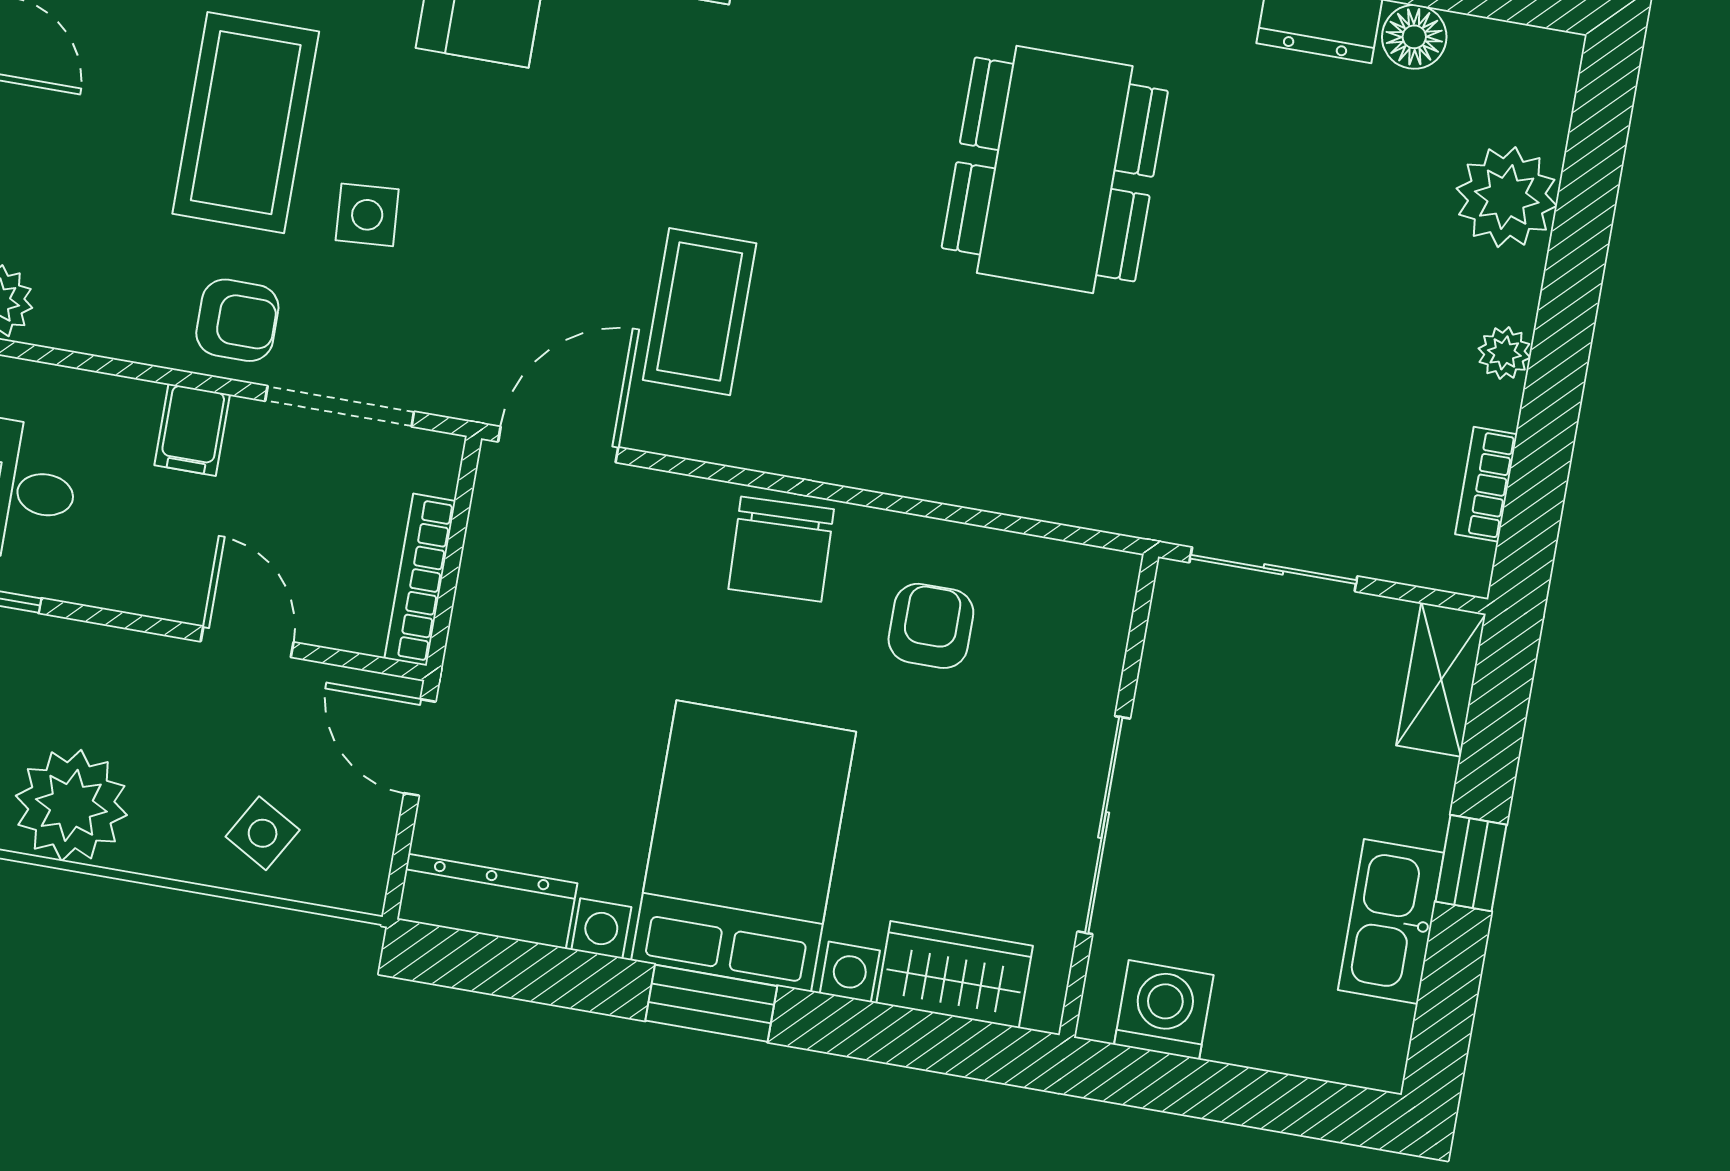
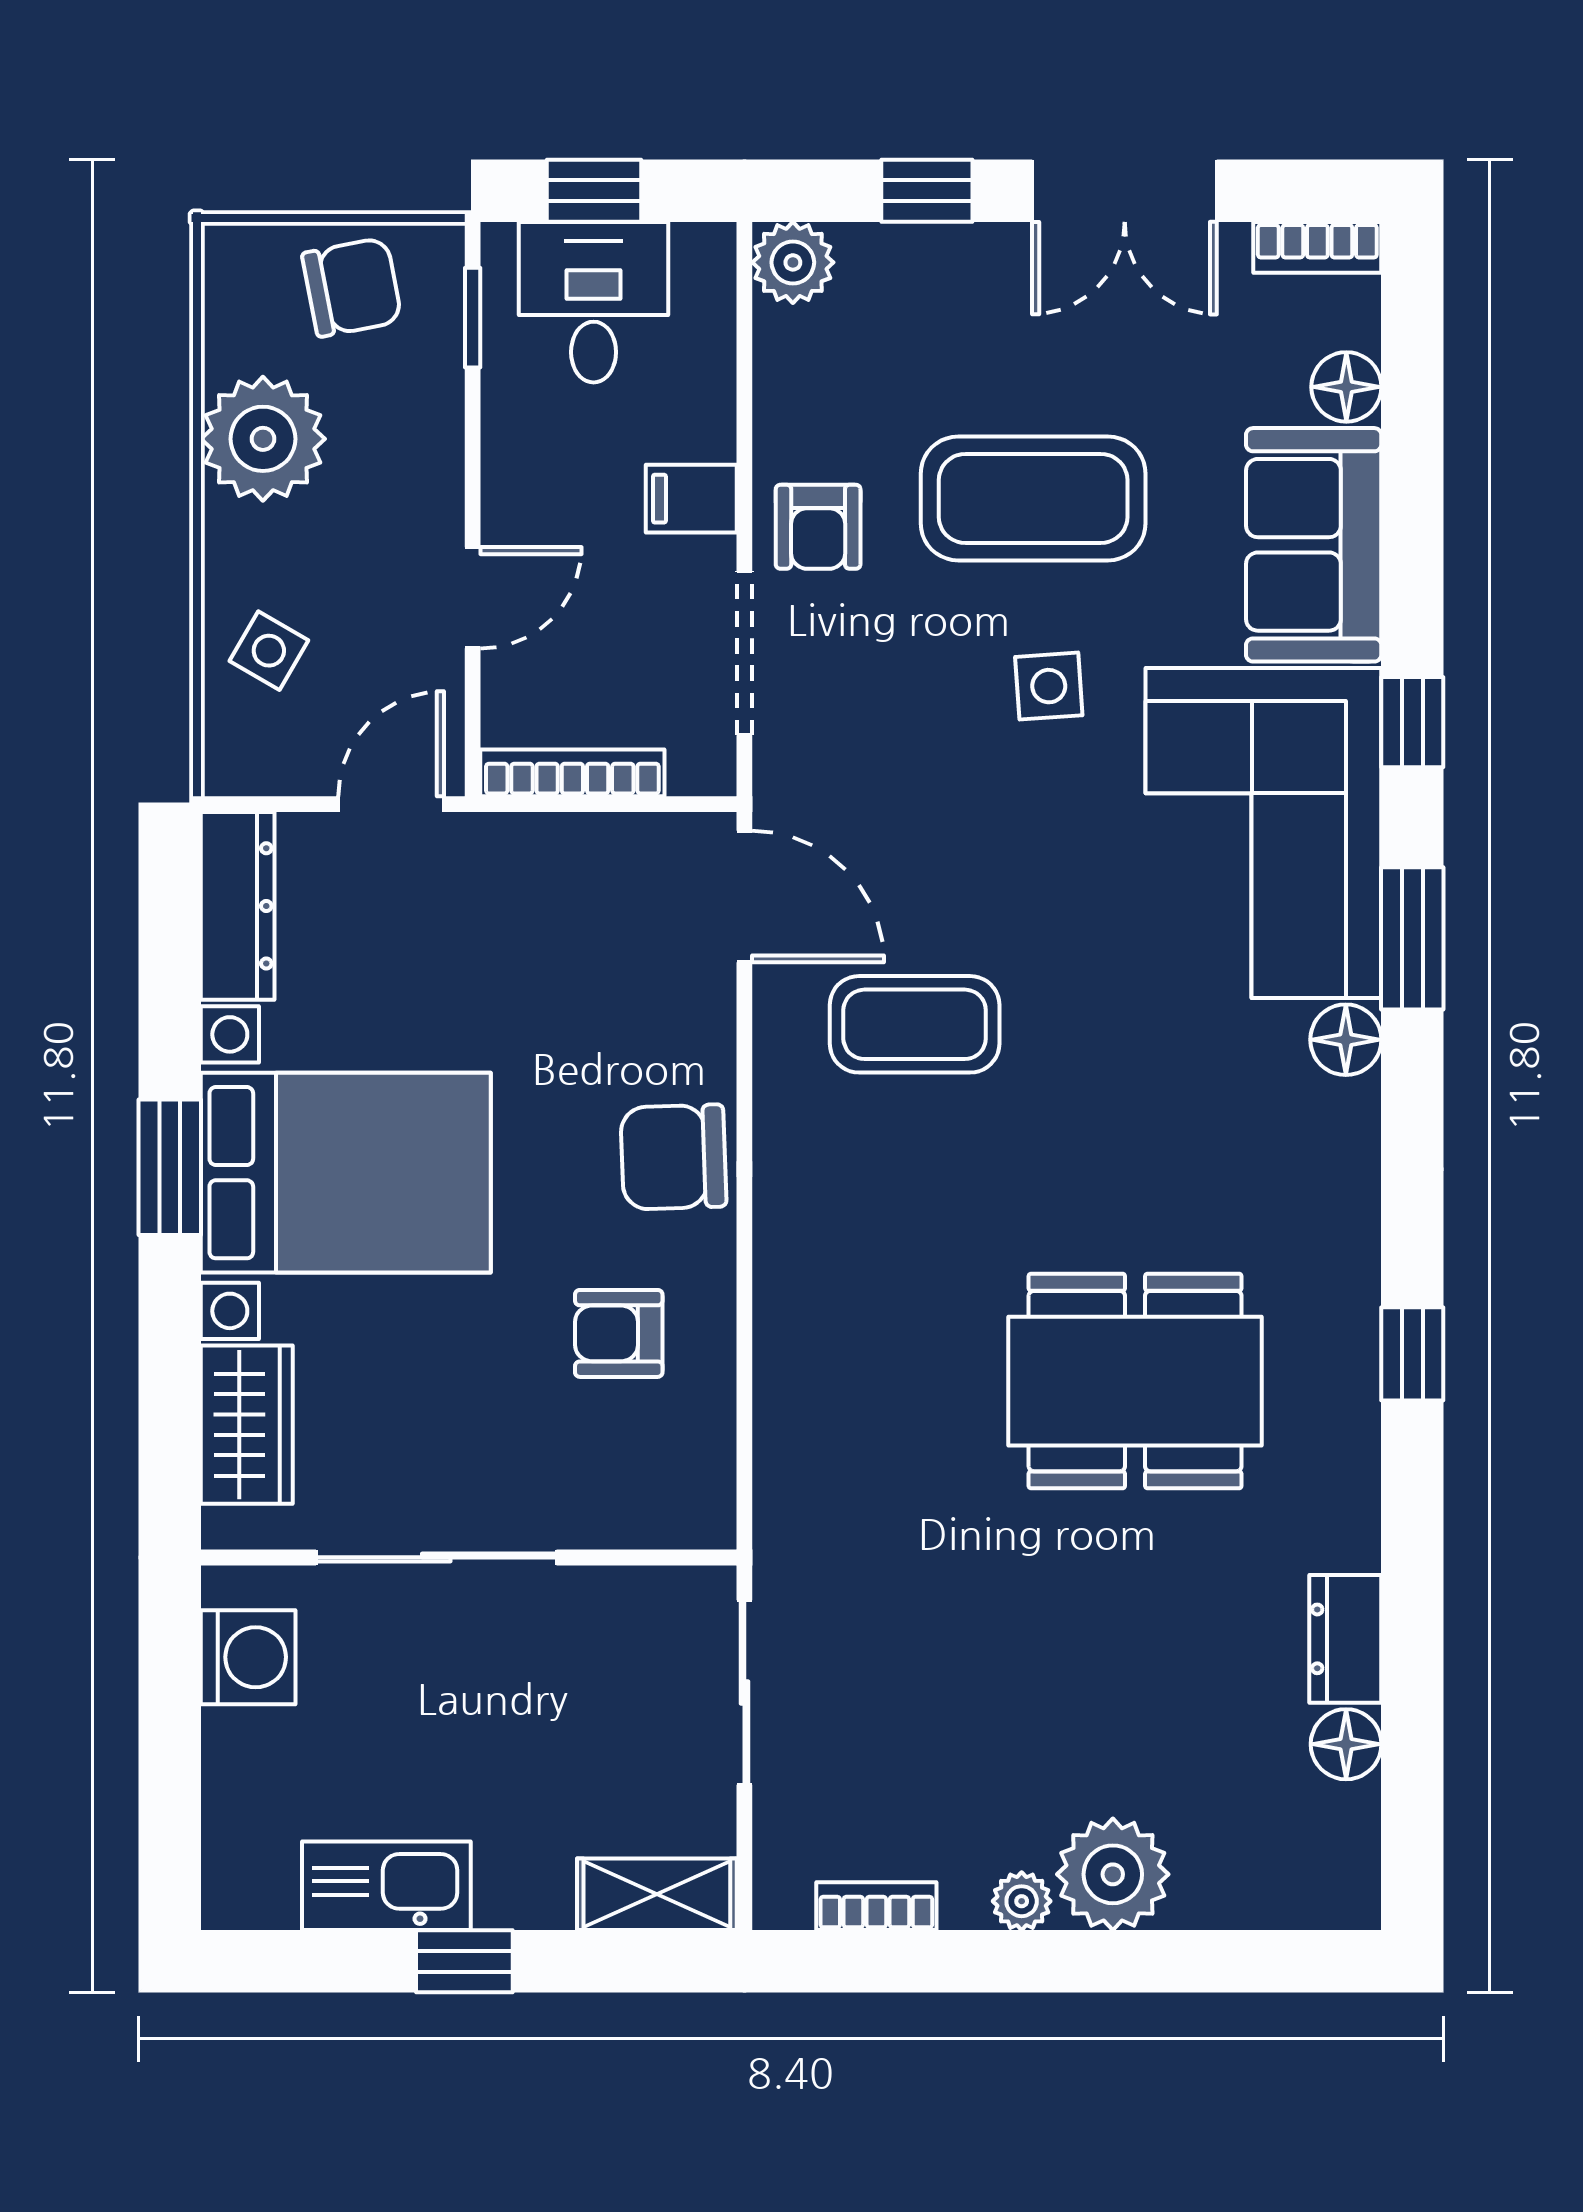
plant: (1507, 197) -> (1113, 1874), moved
side table: (367, 215) -> (1049, 686), moved
armchair: (931, 626) -> (619, 1333), turned 180

